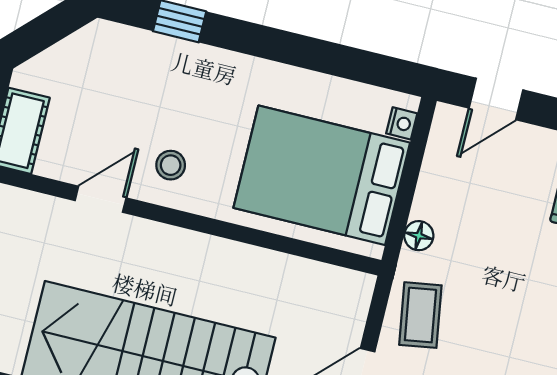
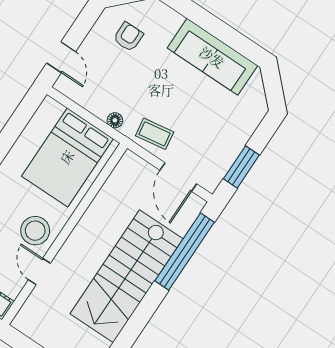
nightstand: (402, 123) -> (56, 108), removed
stool: (171, 165) -> (35, 231), width x1.89, depth x1.89

